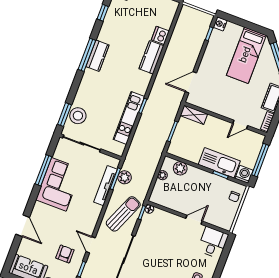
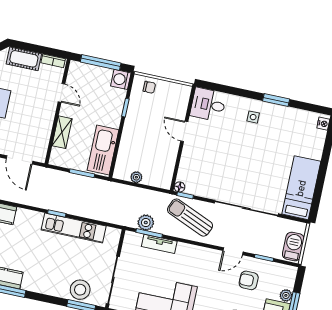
shelving: (194, 115) -> (62, 132), moved
kitchen sink: (219, 163) -> (103, 150), moved
plant: (180, 168) -> (125, 157), removed
tv unit: (106, 186) -> (159, 244), width x0.71

